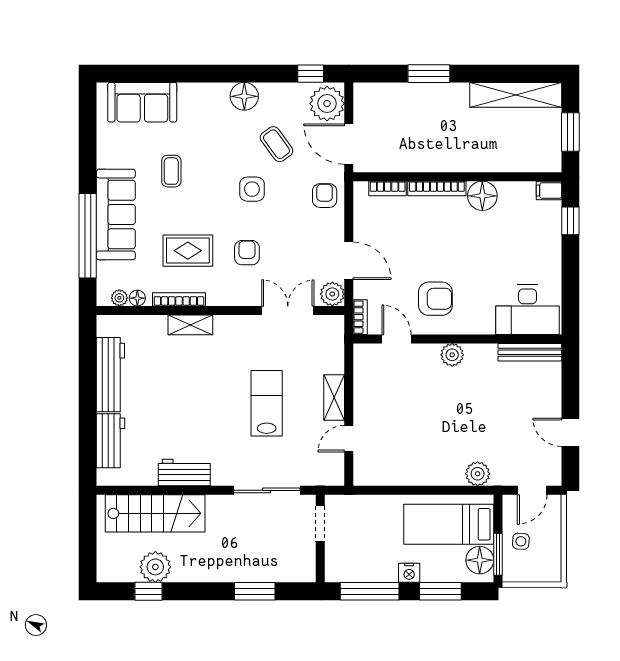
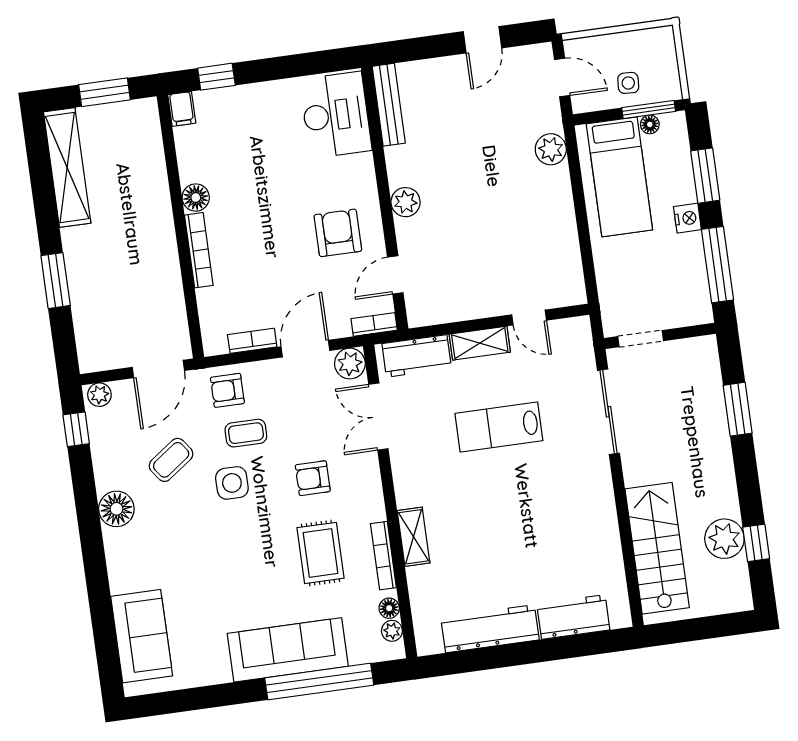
plant: (327, 104) -> (99, 395), width x0.53, depth x0.53
coffee table: (171, 171) -> (246, 433), moved
bookcase: (388, 188) -> (252, 341), moved, turned -90
floor lamp: (482, 196) -> (196, 198), width x0.73, depth x0.73
workbench: (184, 473) -> (417, 356), moved, turned -90
floor lamp: (480, 560) -> (650, 124), width x0.53, depth x0.53

